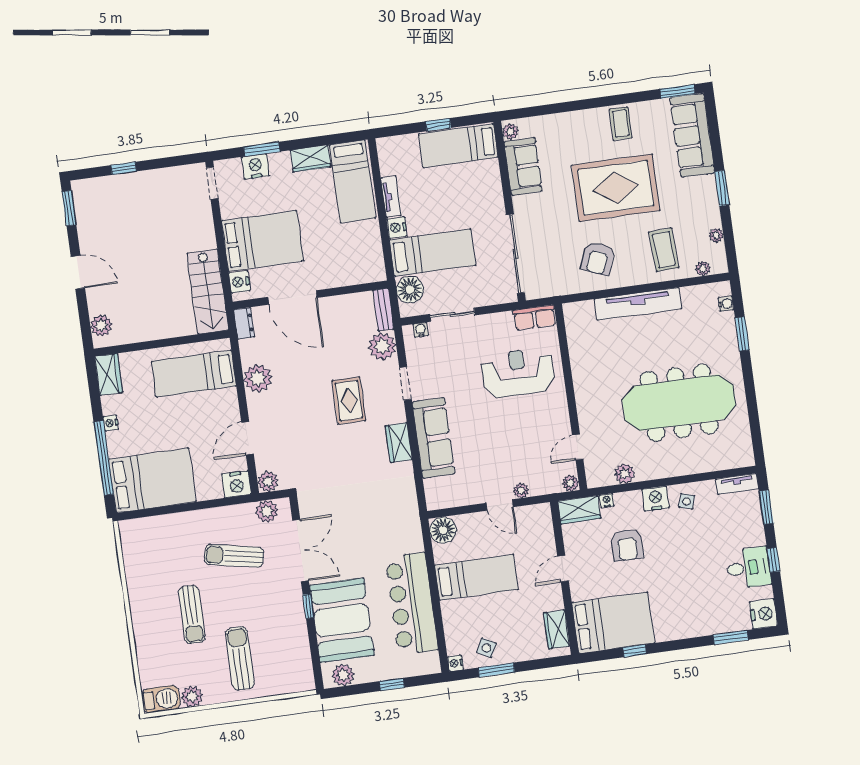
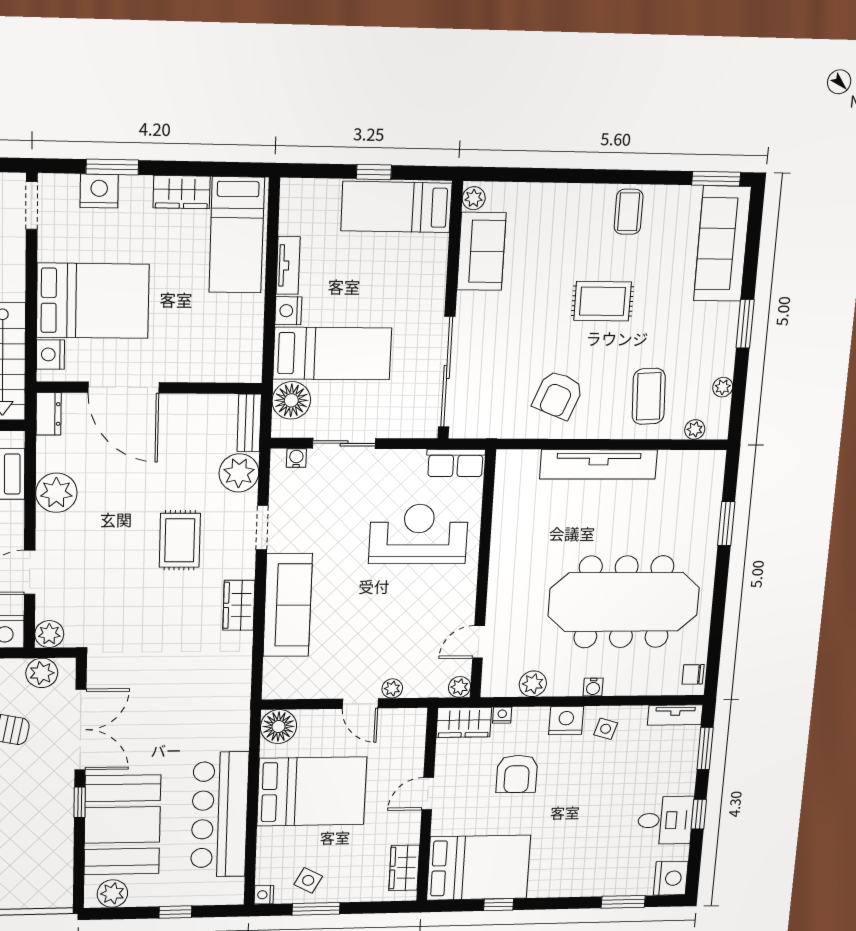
rug: (616, 188) -> (603, 301), width x0.54, depth x0.49
water cooler: (726, 304) -> (593, 687), moved, turned 90
chair: (744, 451) -> (693, 674), added
bed: (476, 577) -> (312, 791), width x1.50

